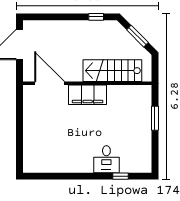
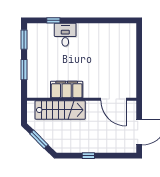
window: (96, 17) -> (88, 156), moved
filing cabinet: (88, 95) -> (67, 90), moved
window: (155, 153) -> (24, 40), added

